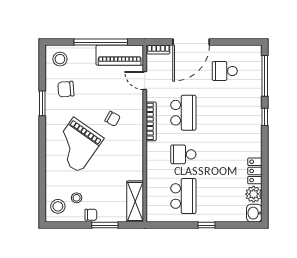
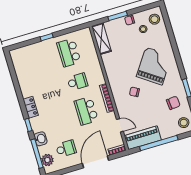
locker: (255, 171) -> (31, 107), moved
plant: (254, 194) -> (47, 160), moved
washbasin: (254, 213) -> (41, 139), moved

